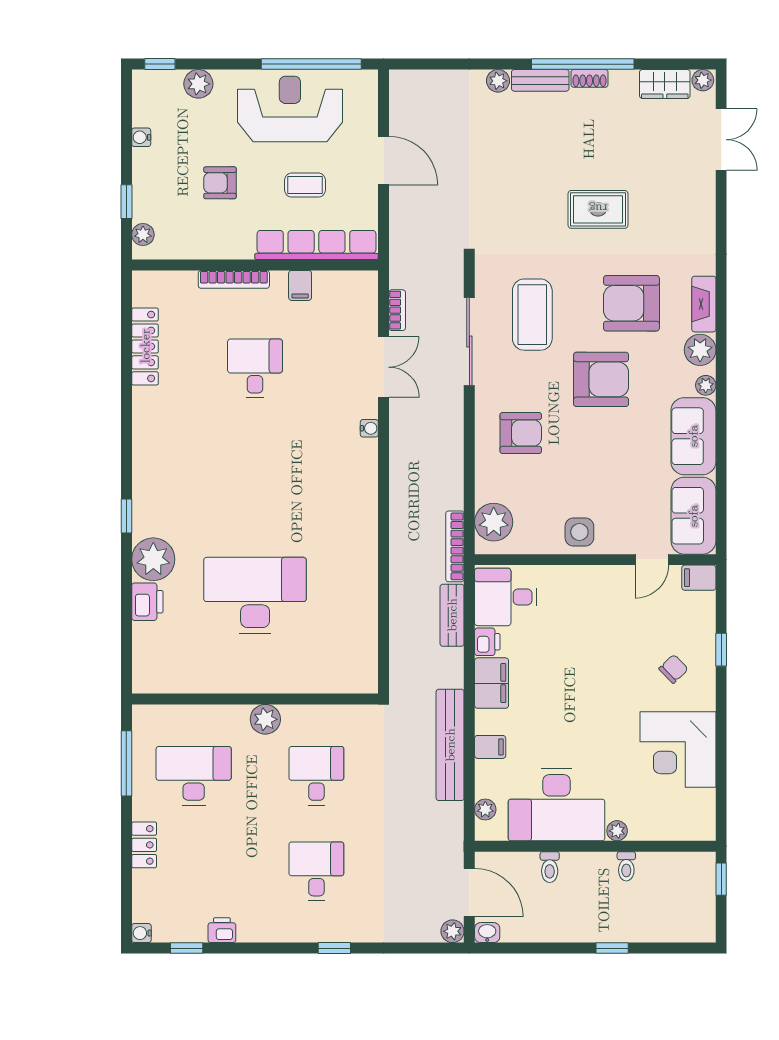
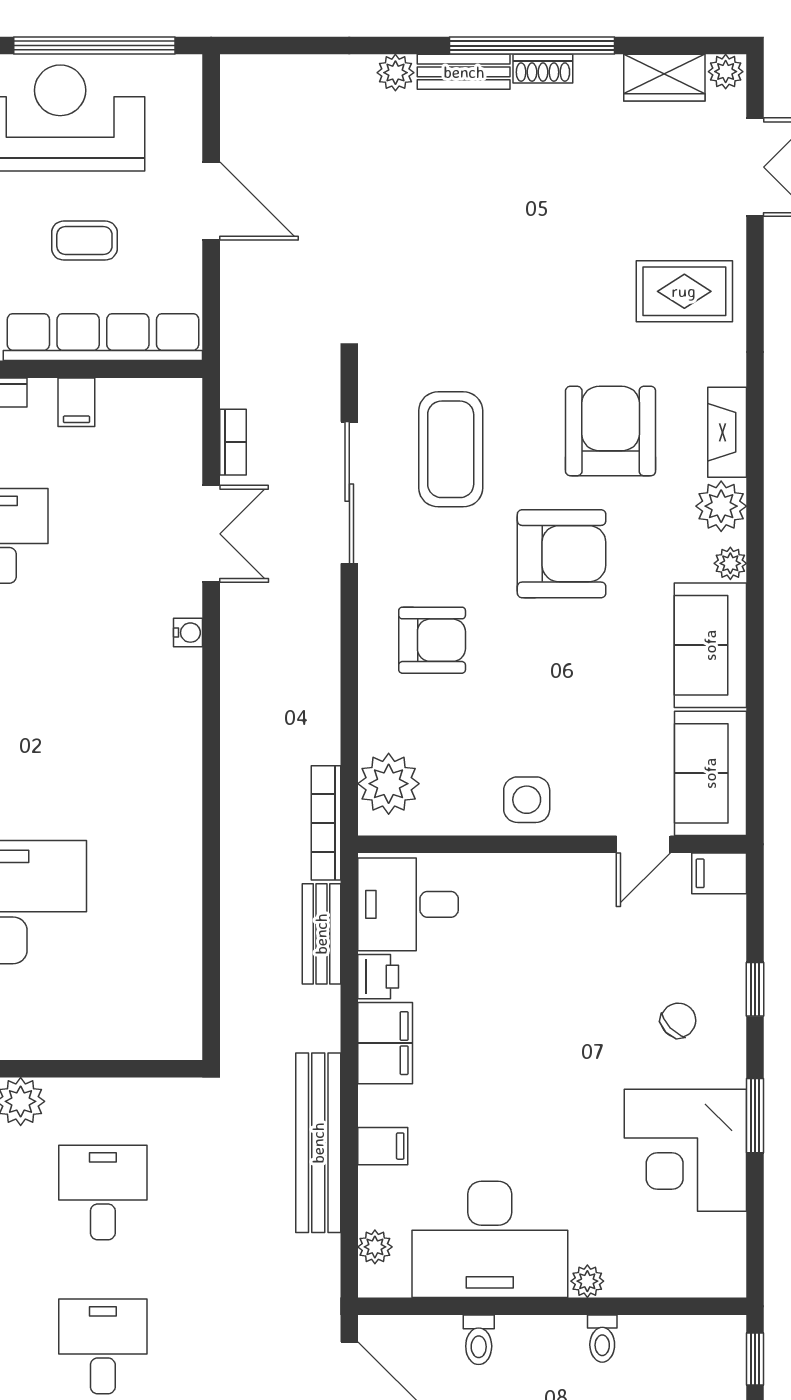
rug: (598, 209) -> (684, 291), moved
armchair: (631, 303) -> (611, 431), turned 90
window: (721, 728) -> (755, 1116), added

